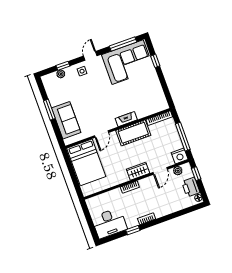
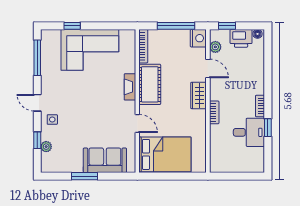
corner sofa: (128, 62) -> (90, 50), moved, turned 90
desk: (109, 223) -> (249, 132), moved, width x0.73

